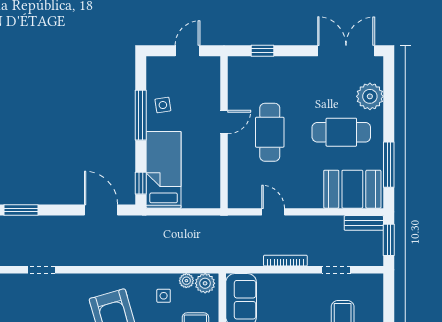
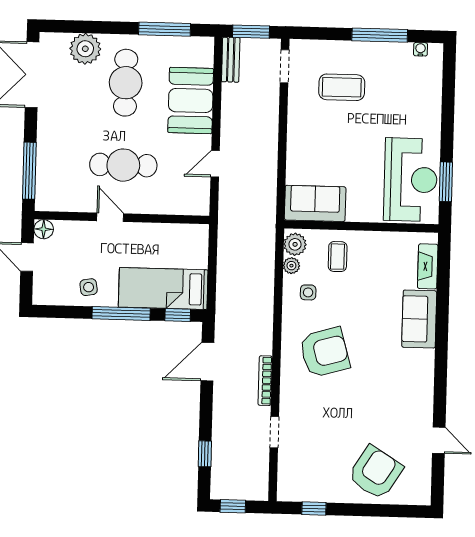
window: (263, 51) -> (29, 171), width x2.17
floor lamp: (212, 65) -> (44, 229), added
window: (141, 115) -> (121, 313), moved
booth: (352, 189) -> (191, 101), moved
window: (21, 210) -> (205, 454), width x0.67
bookcase: (285, 261) -> (265, 381), moved
doorway: (336, 270) -> (284, 66), moved

